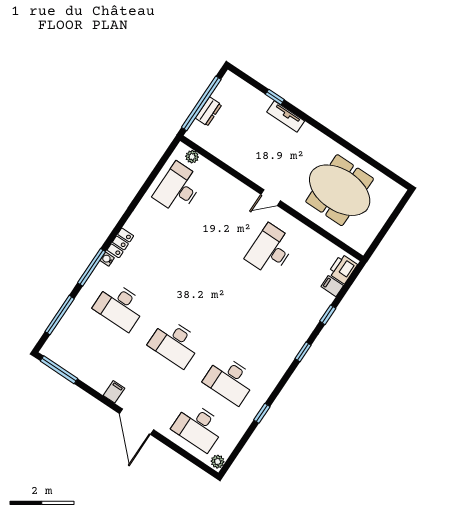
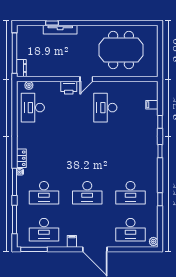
dresser: (209, 111) -> (21, 68), moved
tv unit: (286, 116) -> (60, 30), width x1.41
printer: (343, 269) -> (69, 88), moved, turned -90
desk: (88, 353) -> (44, 230), added

